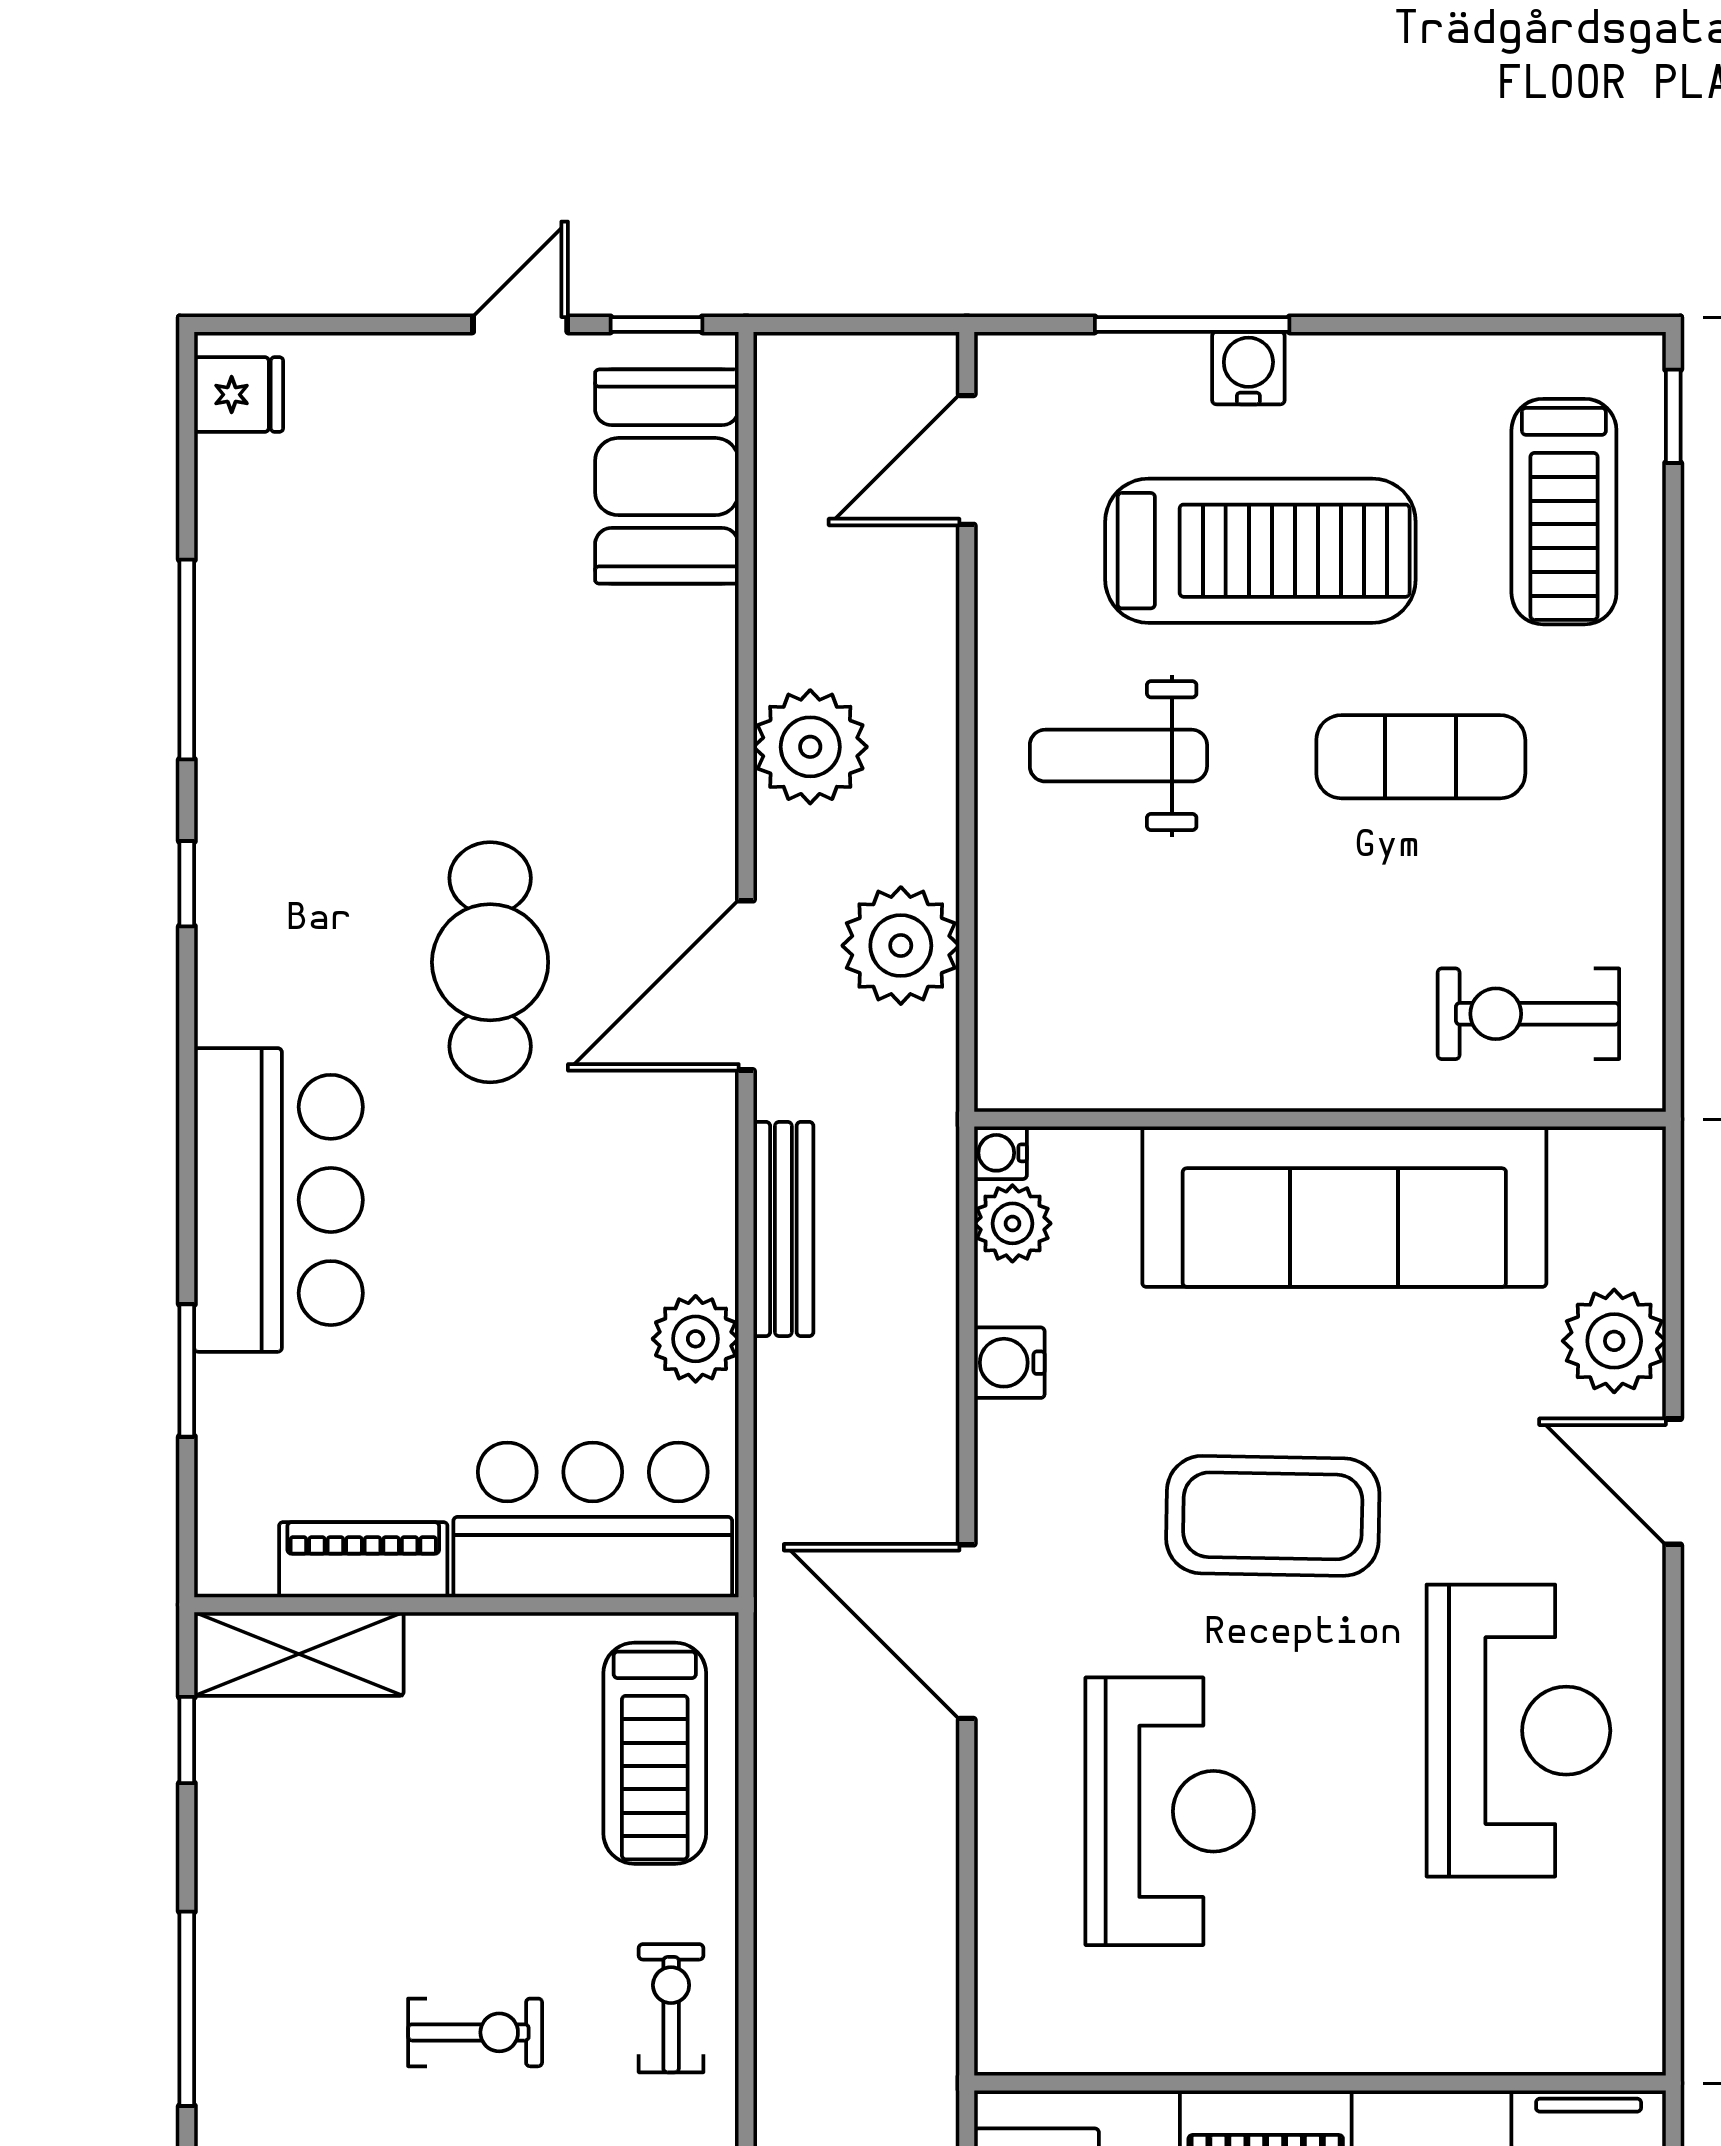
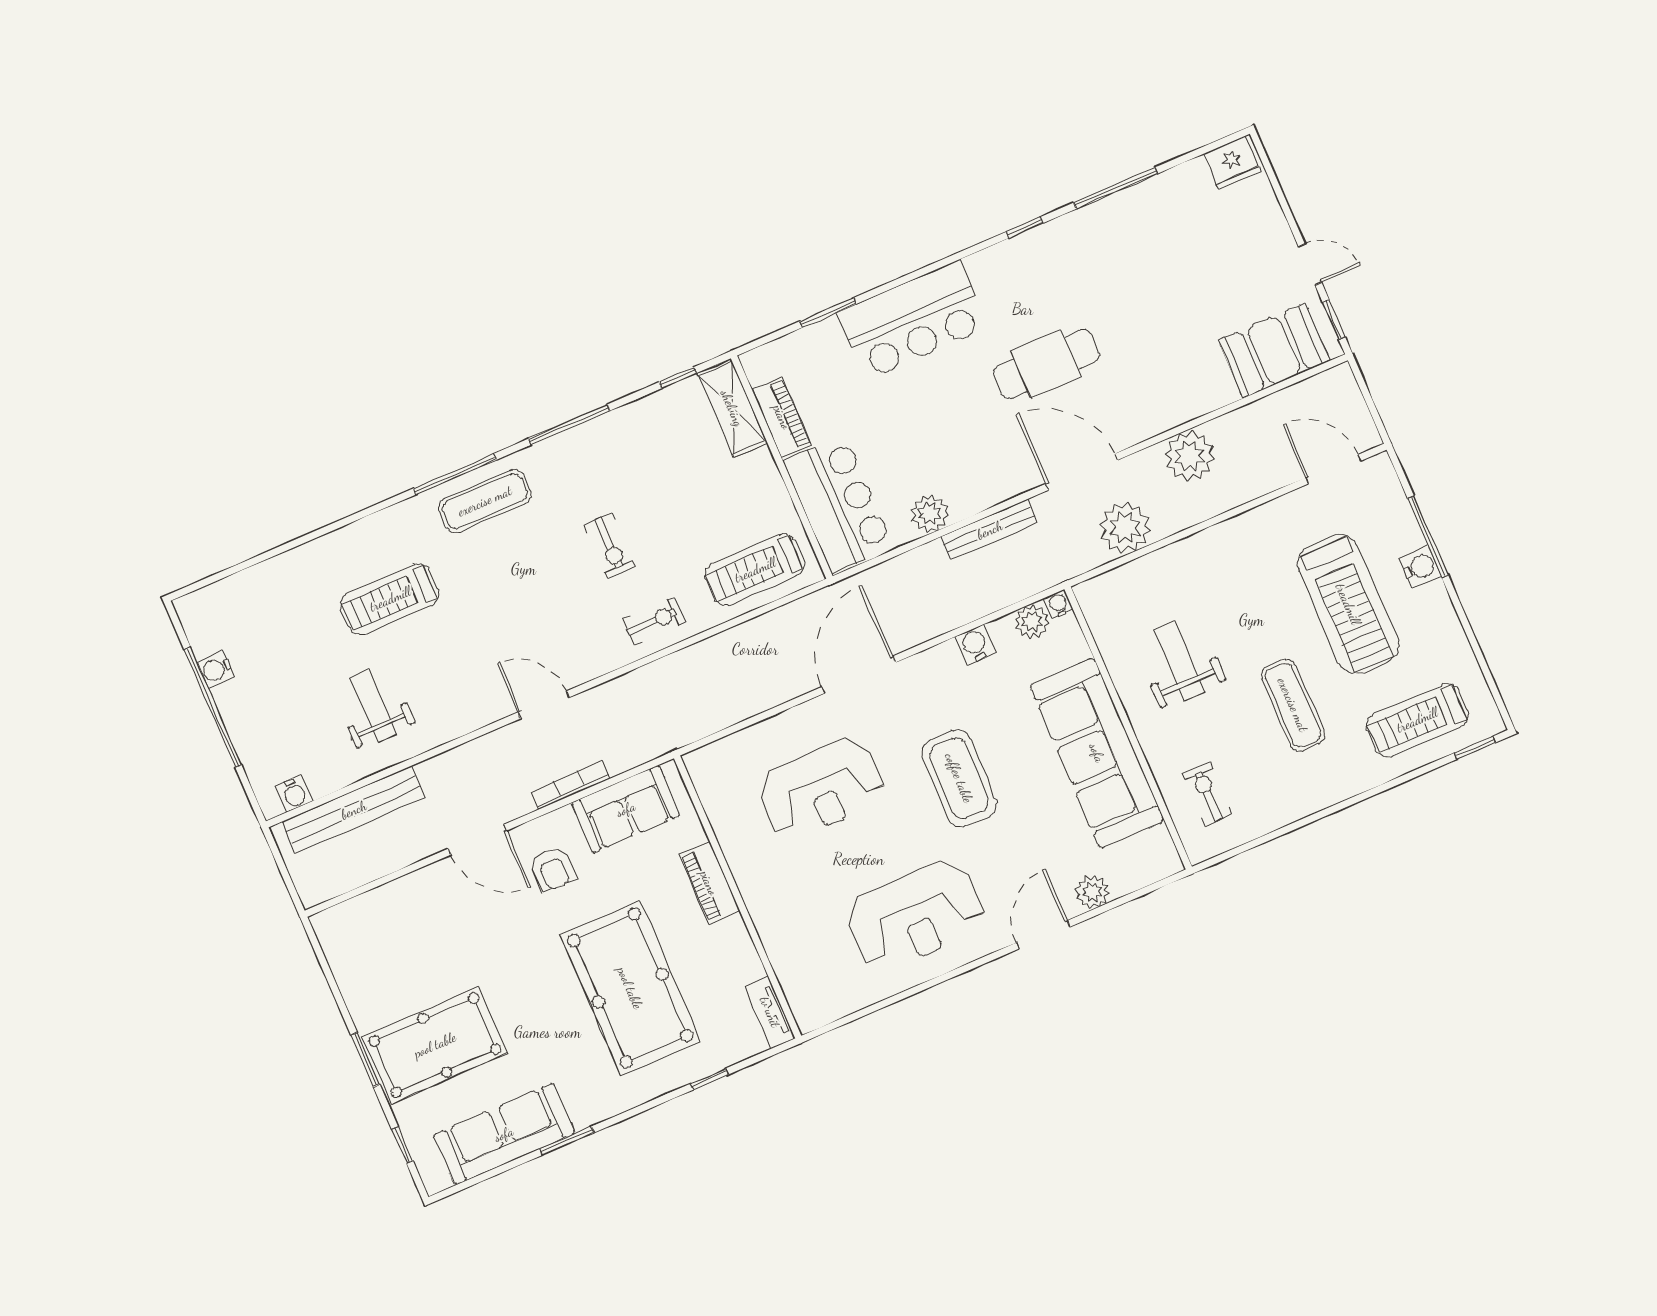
fridge: (239, 395) -> (1232, 163), width x1.38
weight bench: (1118, 756) -> (1179, 661), moved
exercise bike: (1528, 1014) -> (1207, 794), width x0.73, depth x0.72
plant: (1614, 1341) -> (1092, 892), width x0.73, depth x0.73

